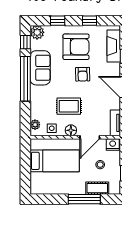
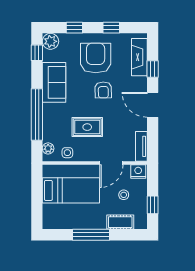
armchair: (76, 47) -> (96, 58), turned -90
window: (25, 79) -> (37, 114), moved
floor lamp: (71, 130) -> (90, 155), removed
window: (84, 199) -> (91, 235), moved

